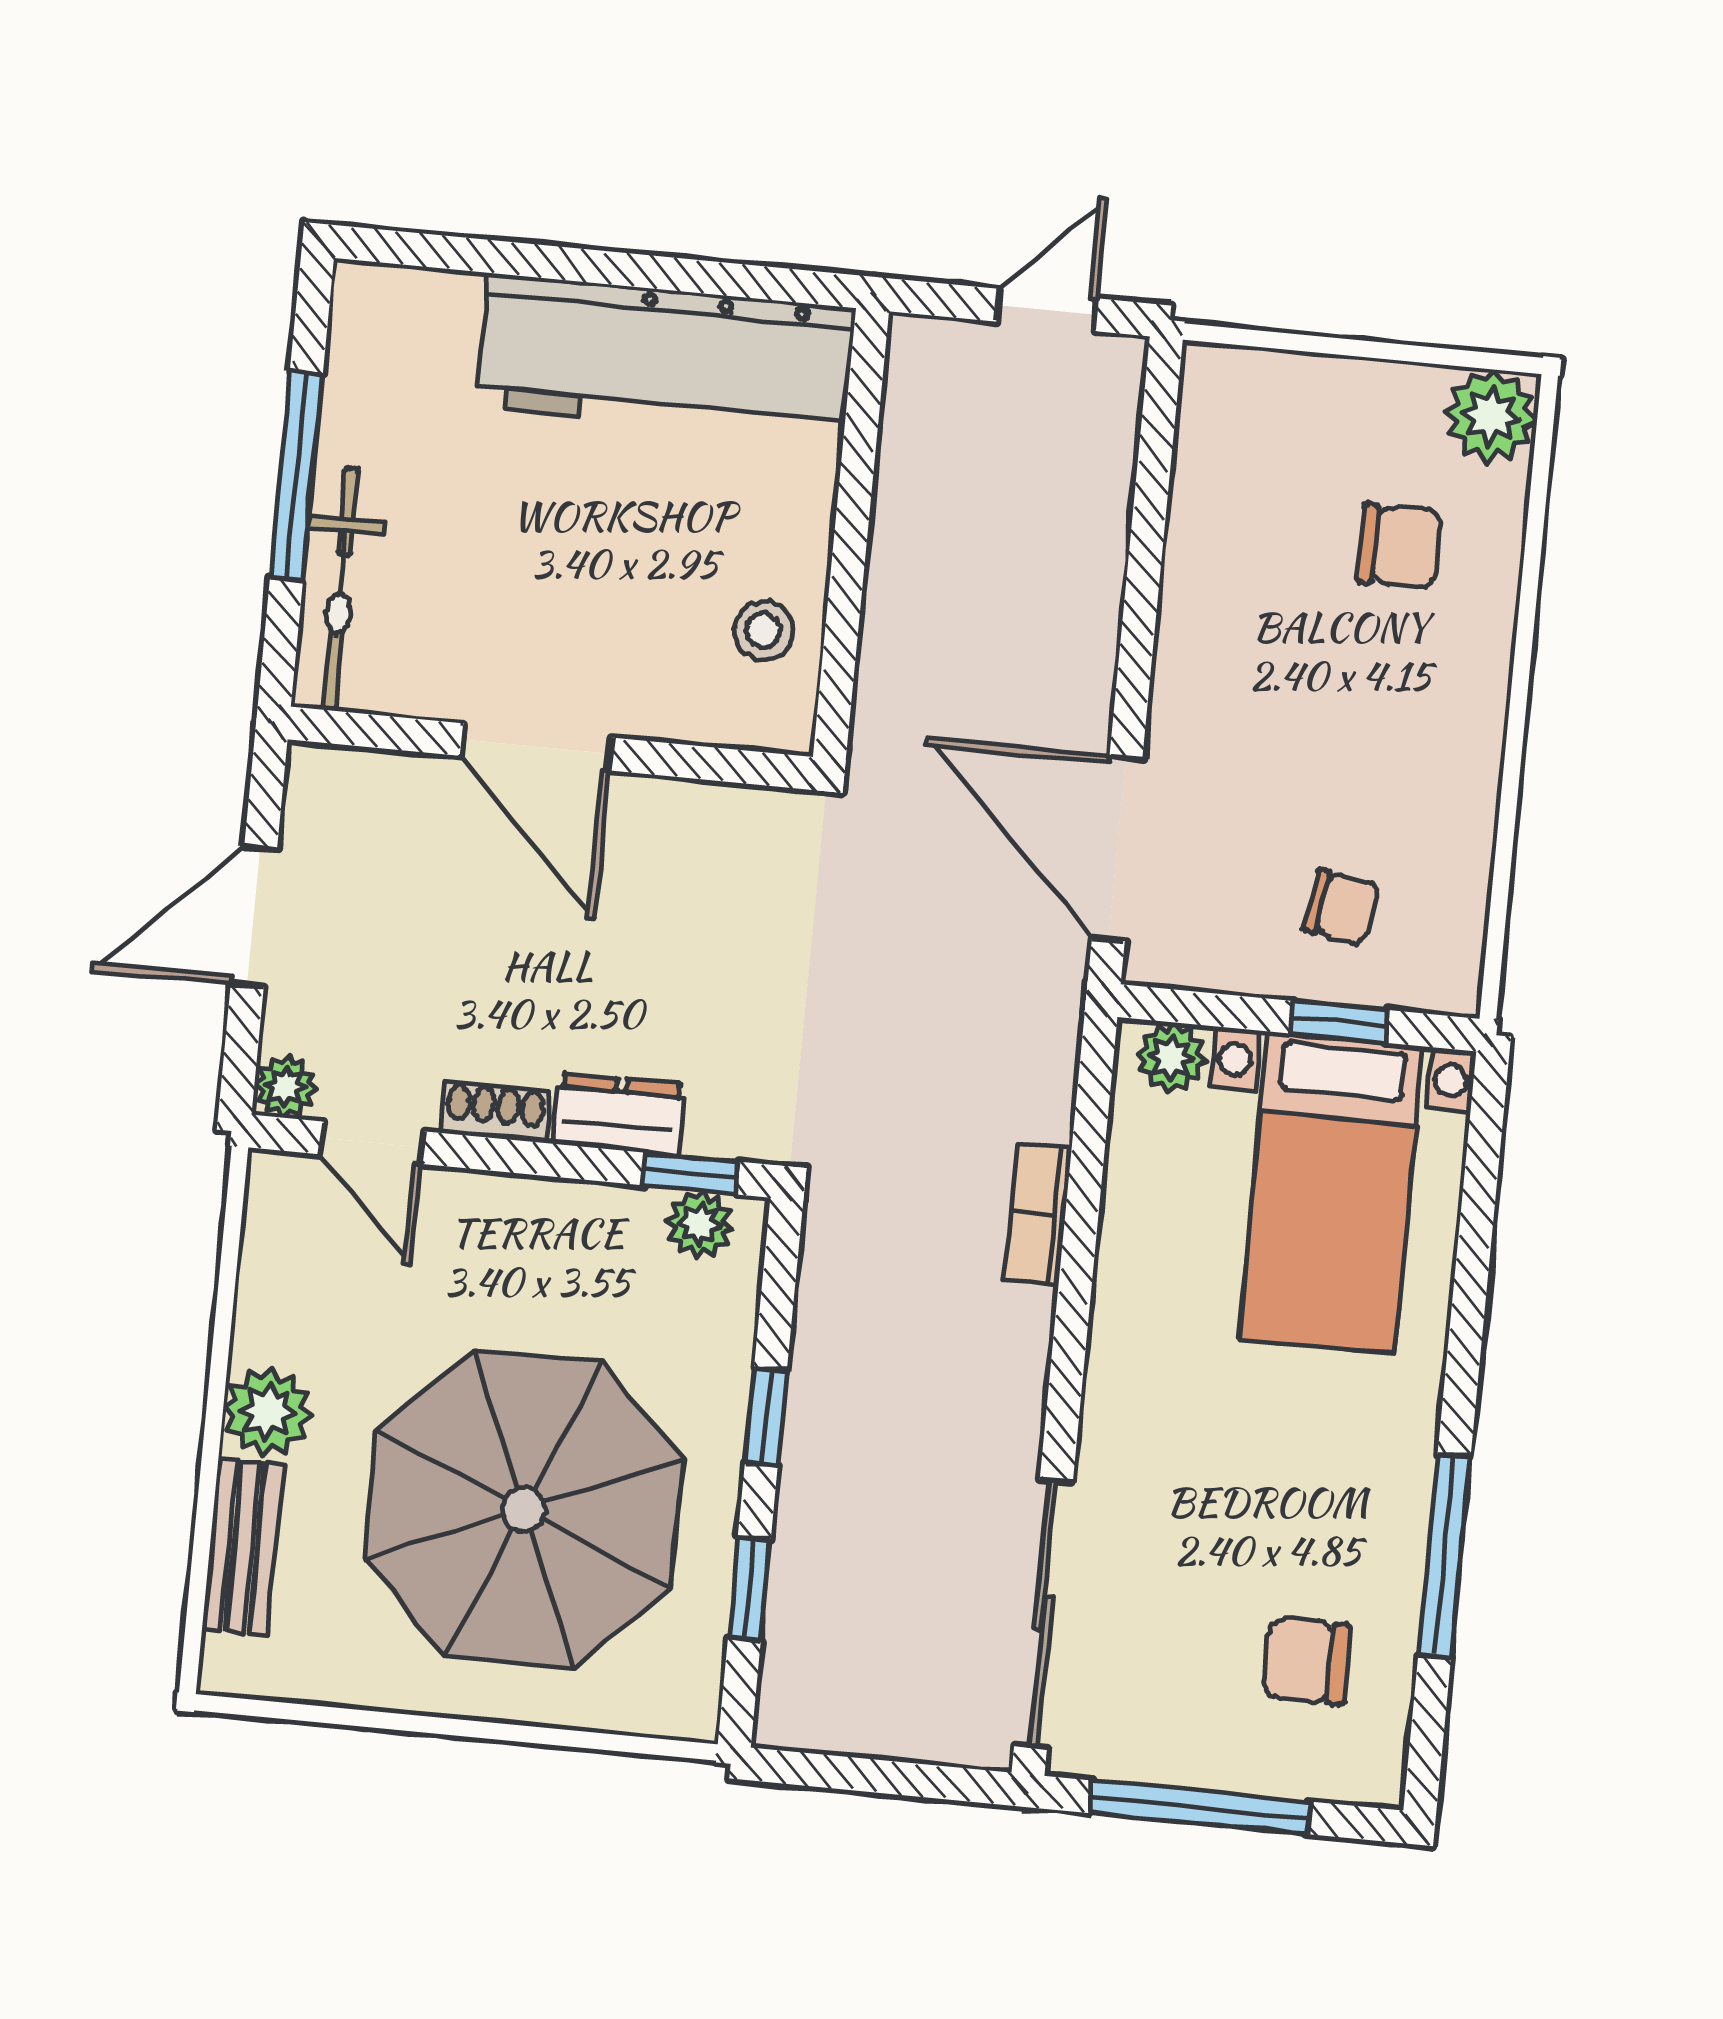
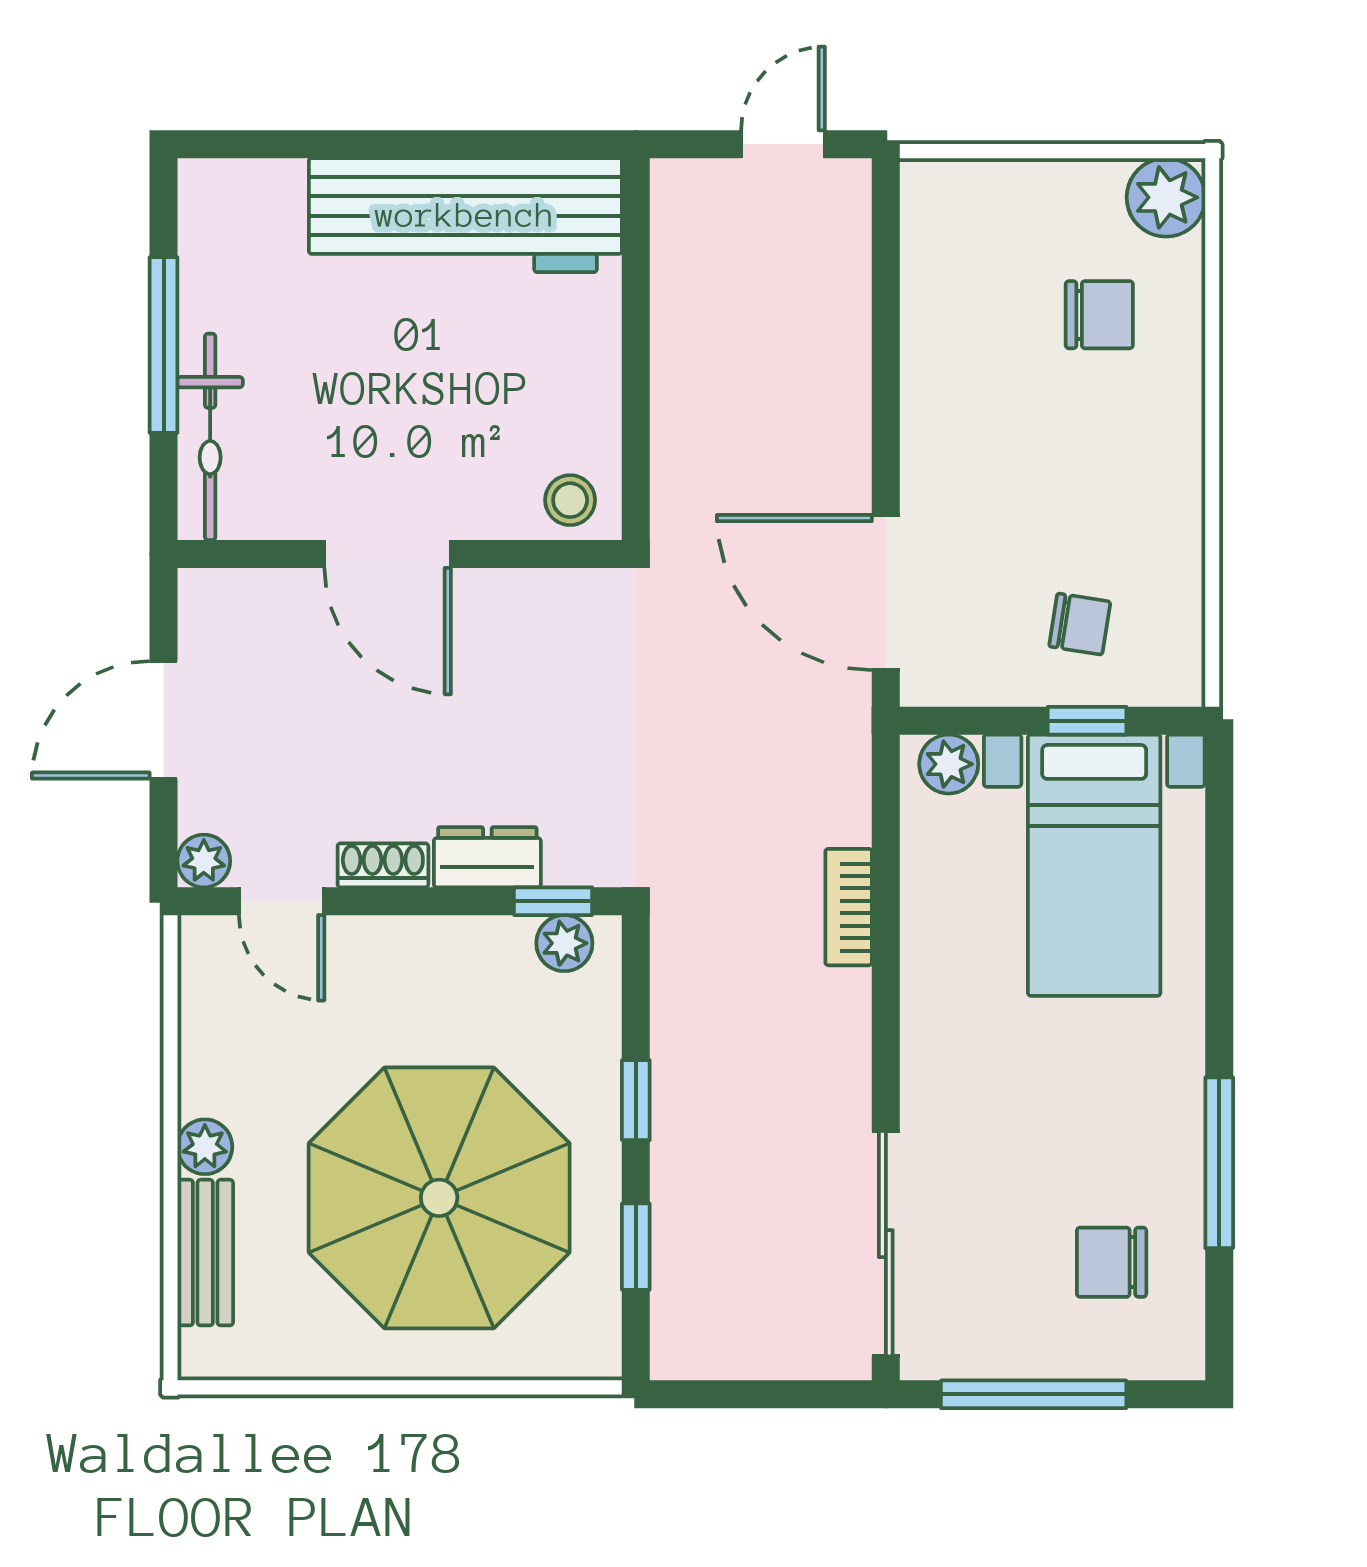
stool: (763, 631) -> (570, 500), moved
plant: (267, 1412) -> (205, 1147), width x0.73, depth x0.73

